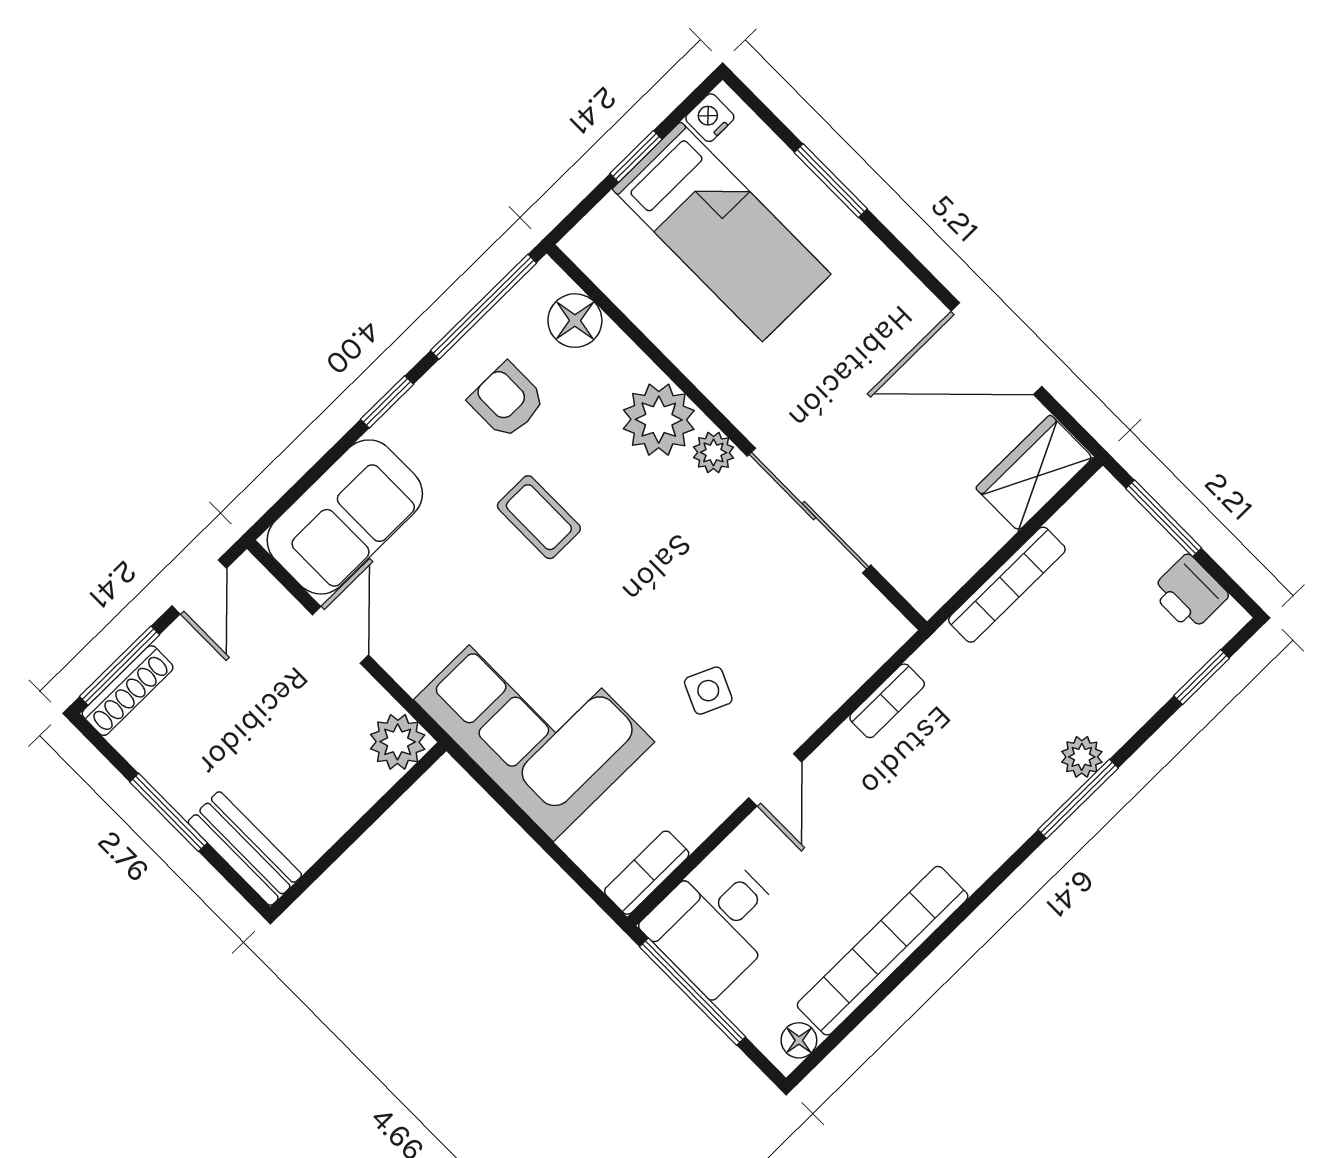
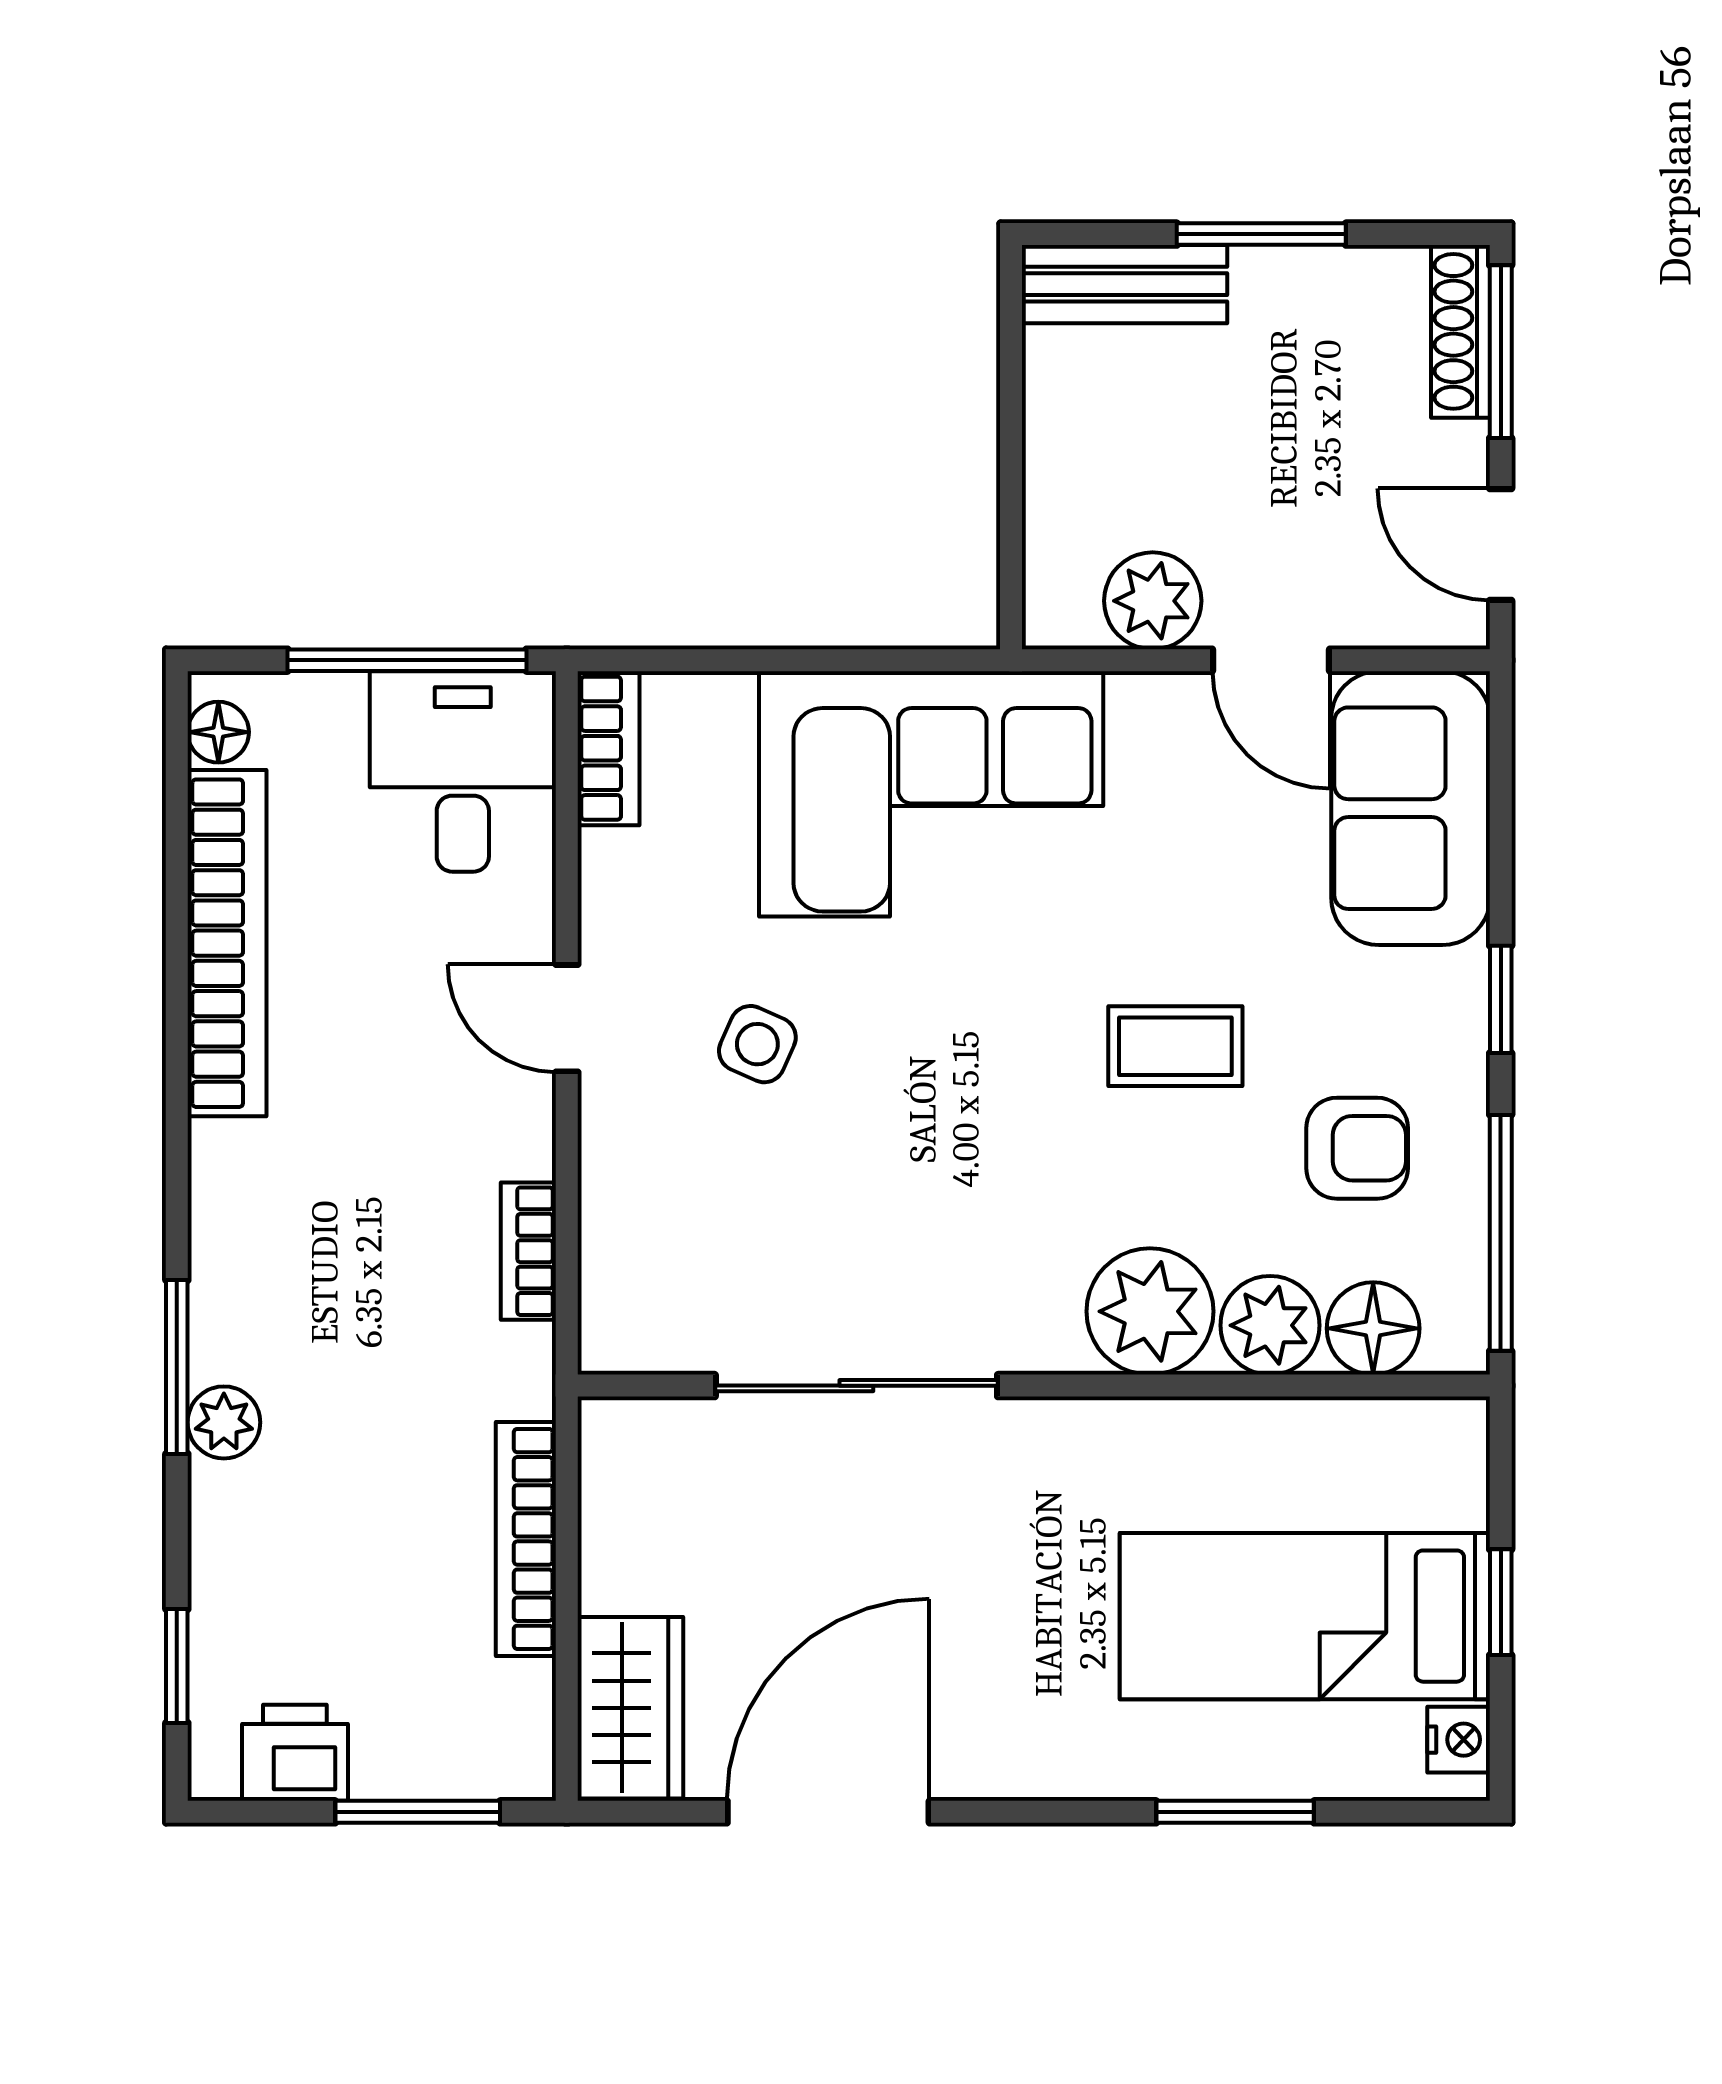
plant: (713, 452) -> (1270, 1325), moved, width x1.38, depth x1.38
plant: (398, 742) -> (1153, 601), moved

